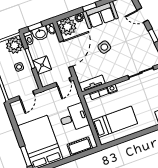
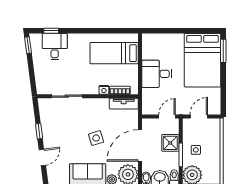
door: (143, 15) -> (42, 157), hinge flipped
door: (63, 82) -> (167, 117), moved
cot: (80, 146) -> (161, 40), removed

